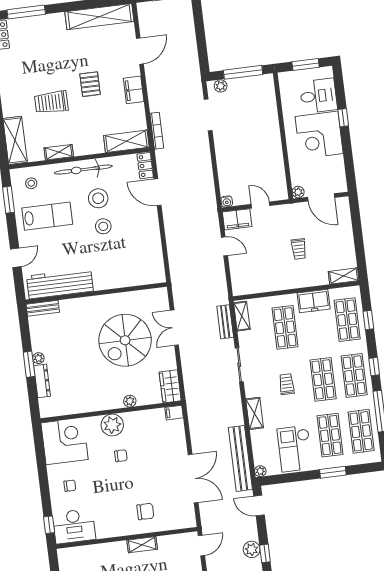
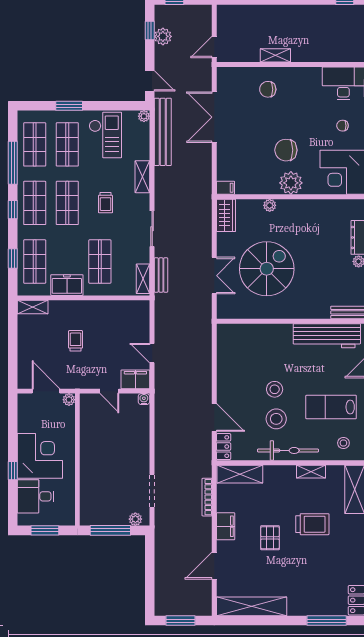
bookcase: (157, 131) -> (207, 497), moved
chair: (121, 456) -> (286, 150), width x1.87, depth x1.87

